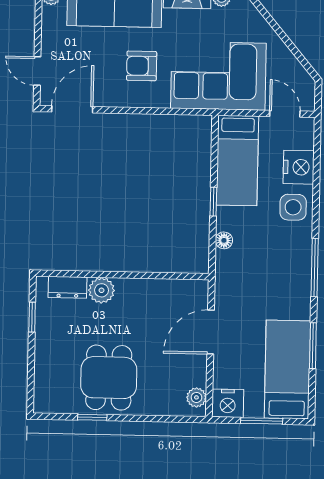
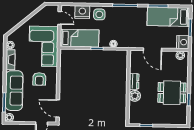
door: (285, 114) -> (60, 18), swing flipped
dresser: (68, 287) -> (134, 81), moved

